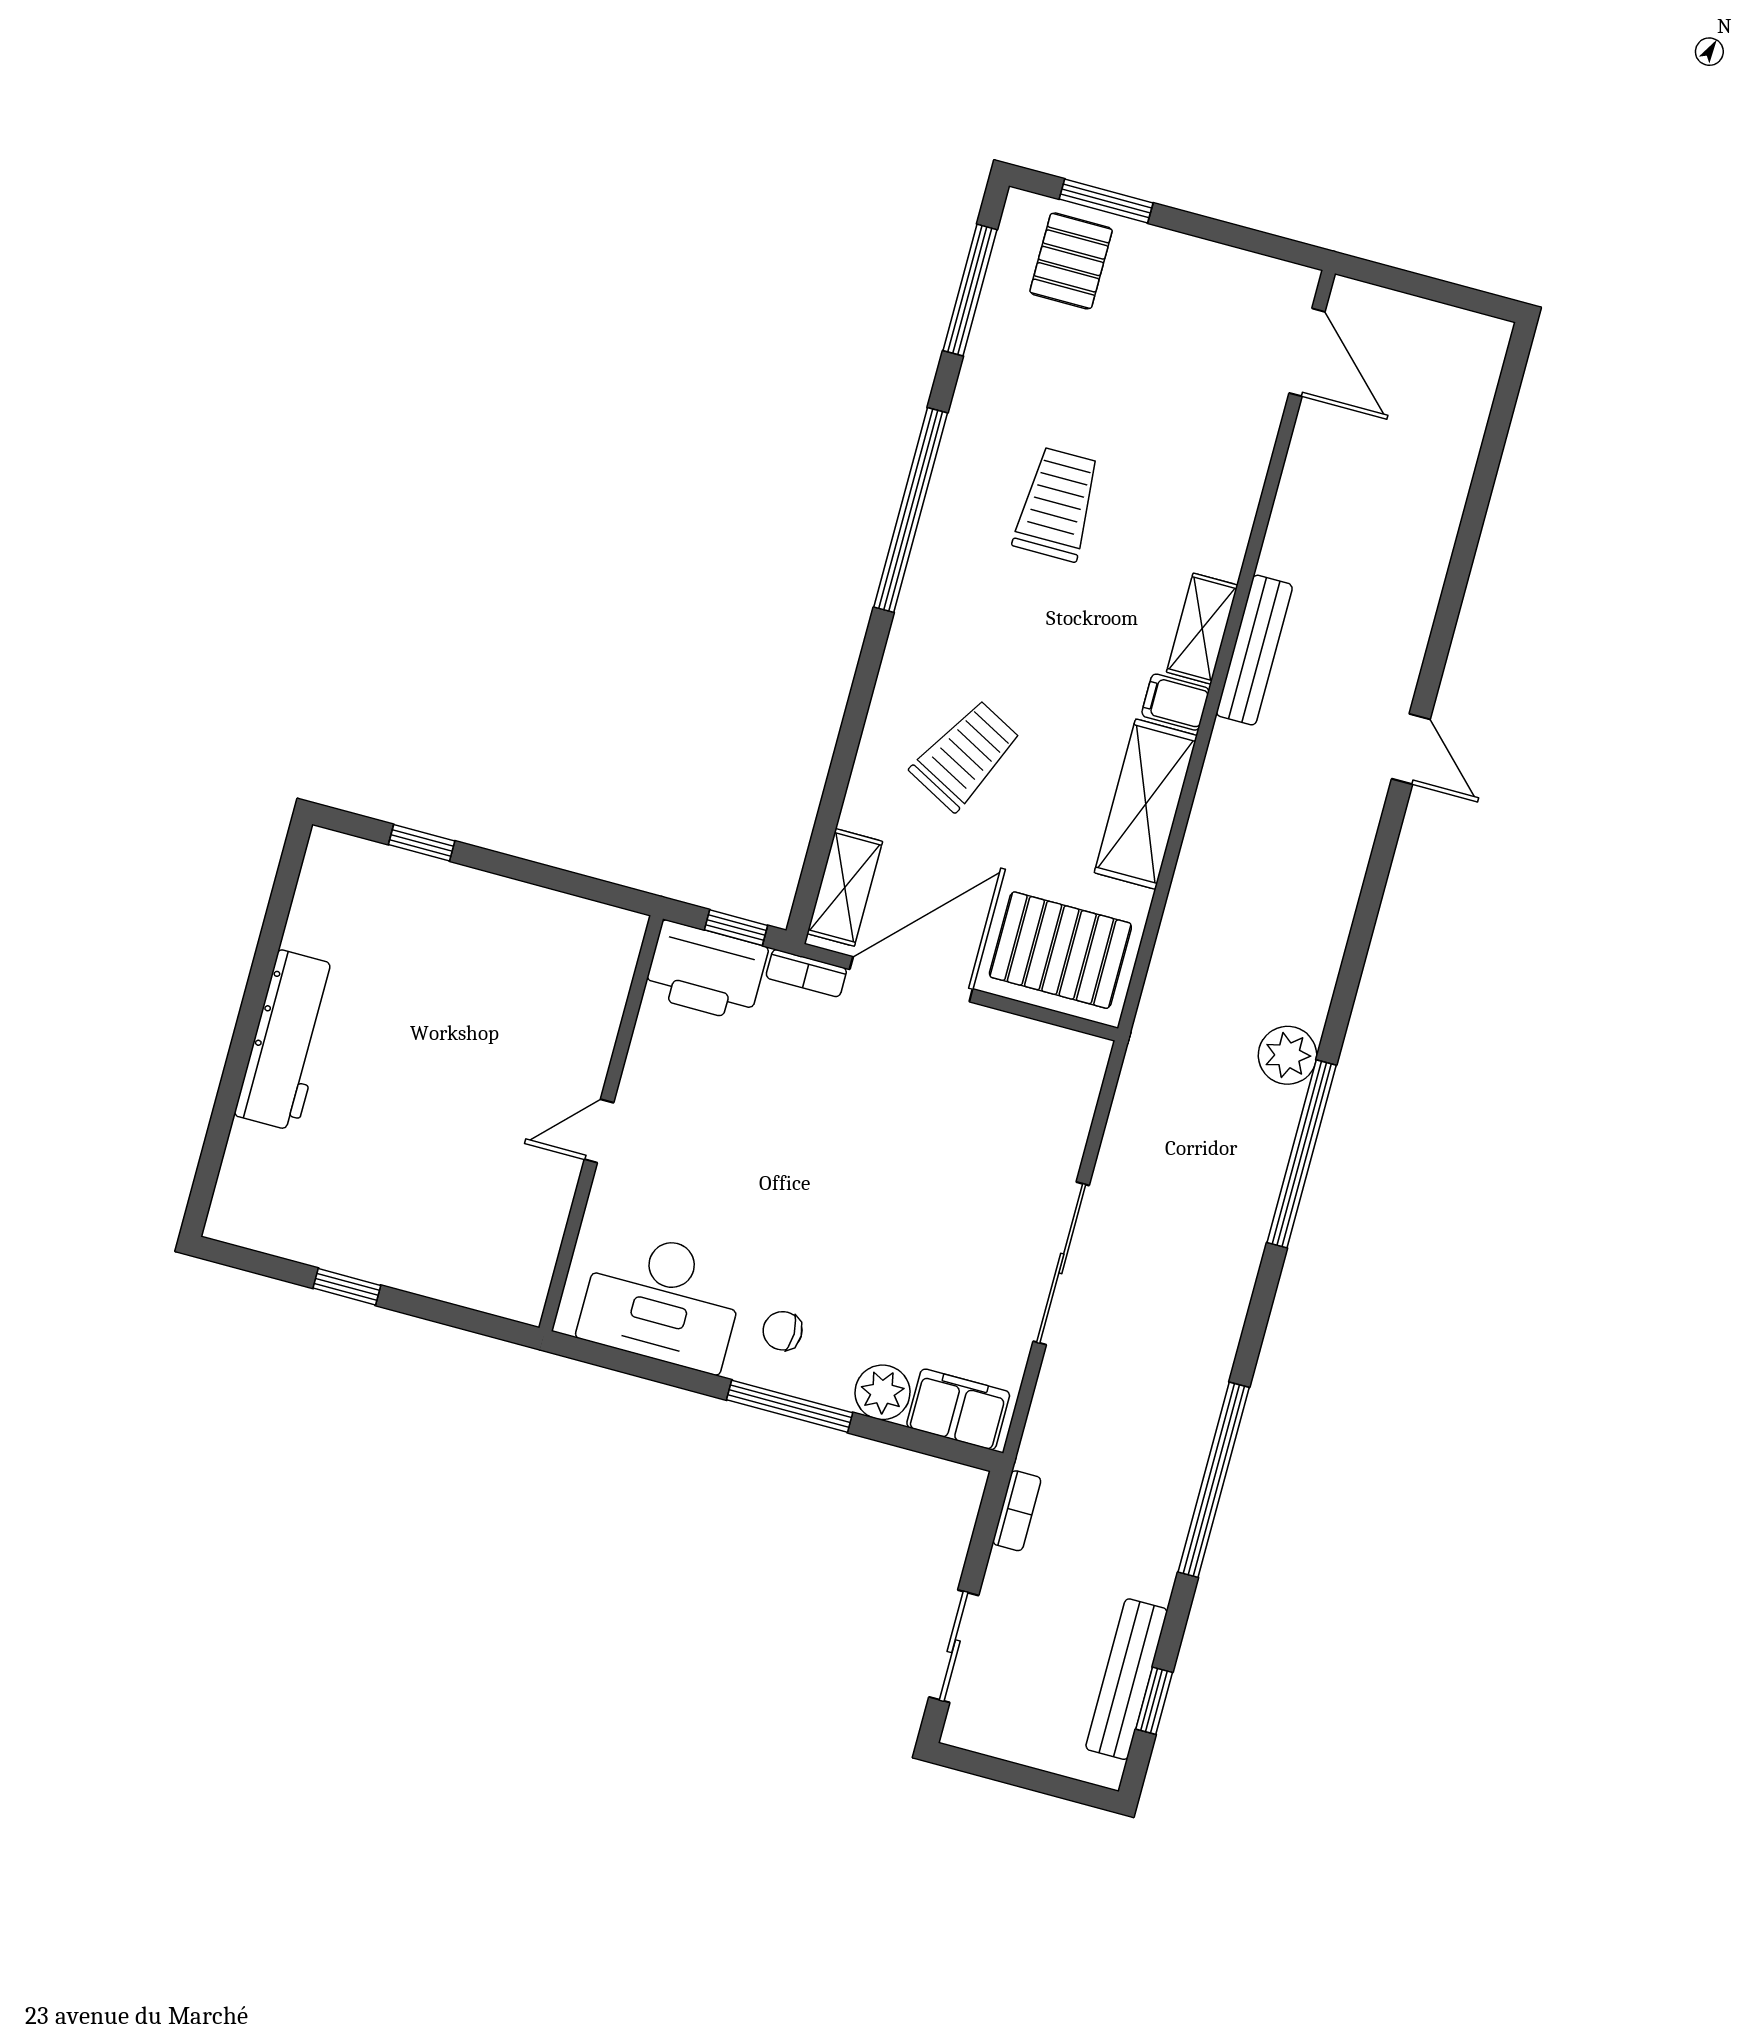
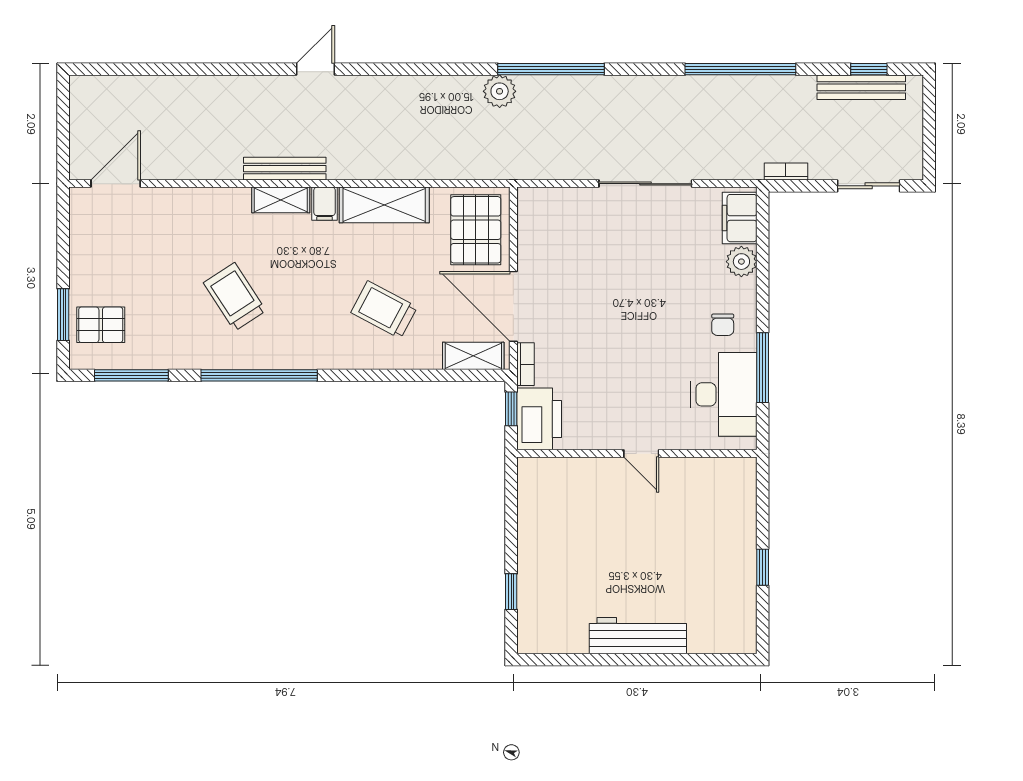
trolley: (1057, 504) -> (235, 297), turned 57
window: (790, 1406) -> (763, 368), moved

